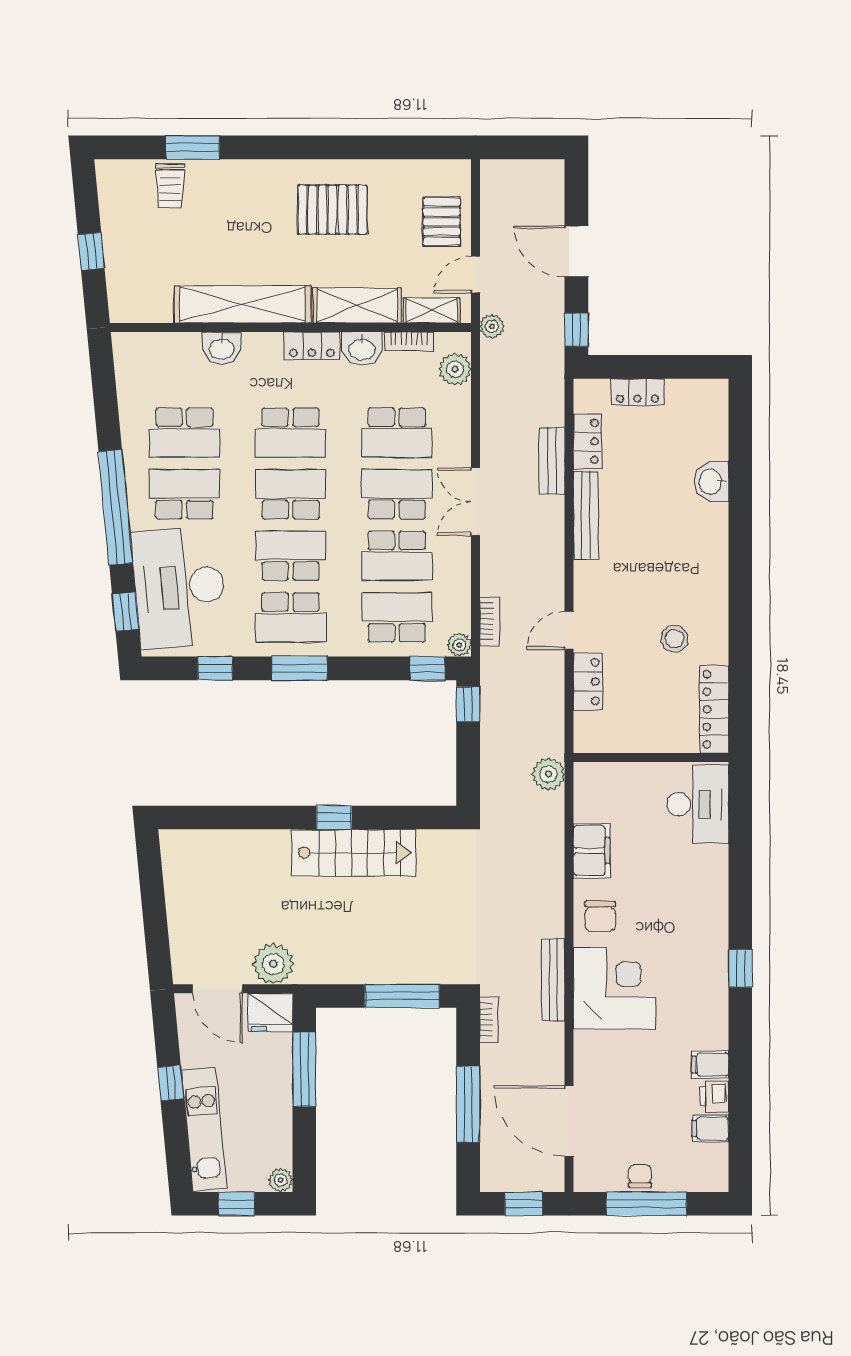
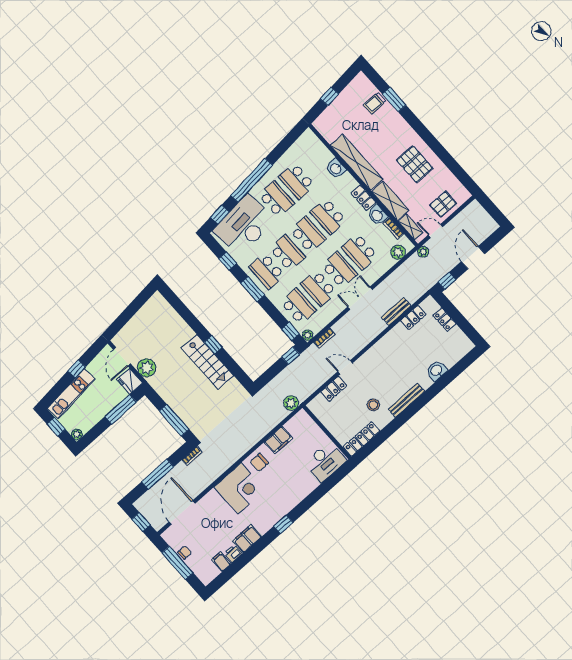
bench: (586, 516) -> (406, 400), moved
bench: (553, 980) -> (224, 466), removed
filing cabinet: (710, 1065) -> (247, 539), width x2.00

